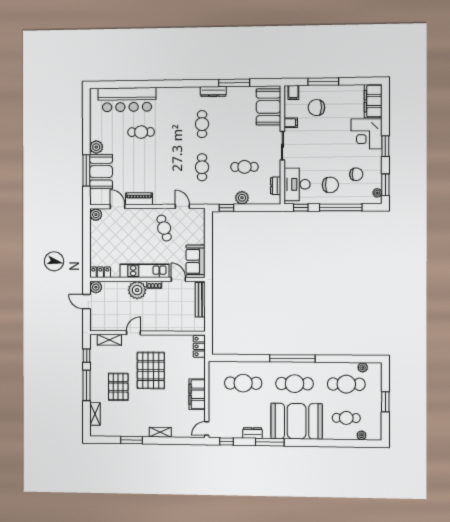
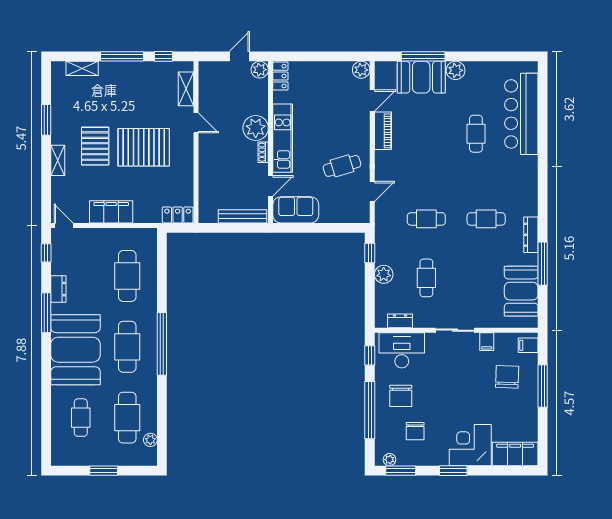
booth: (268, 107) -> (521, 291), moved, turned 90
pallet: (118, 387) -> (95, 146), moved, turned 90
plant: (362, 435) -> (57, 438), removed

